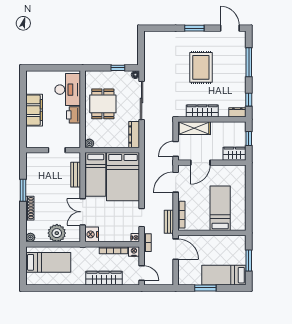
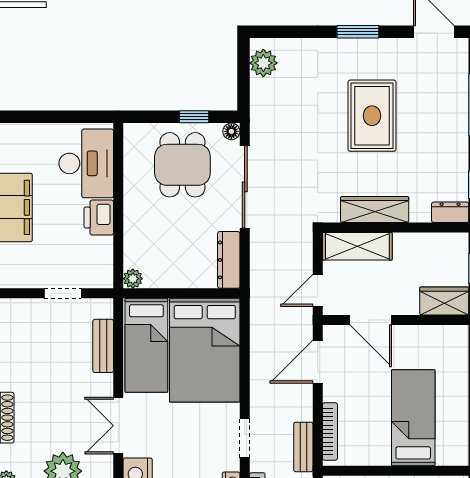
plant: (150, 43) -> (263, 63), added
dining table: (103, 104) -> (182, 165), moved
door: (200, 163) -> (371, 320), hinge flipped

